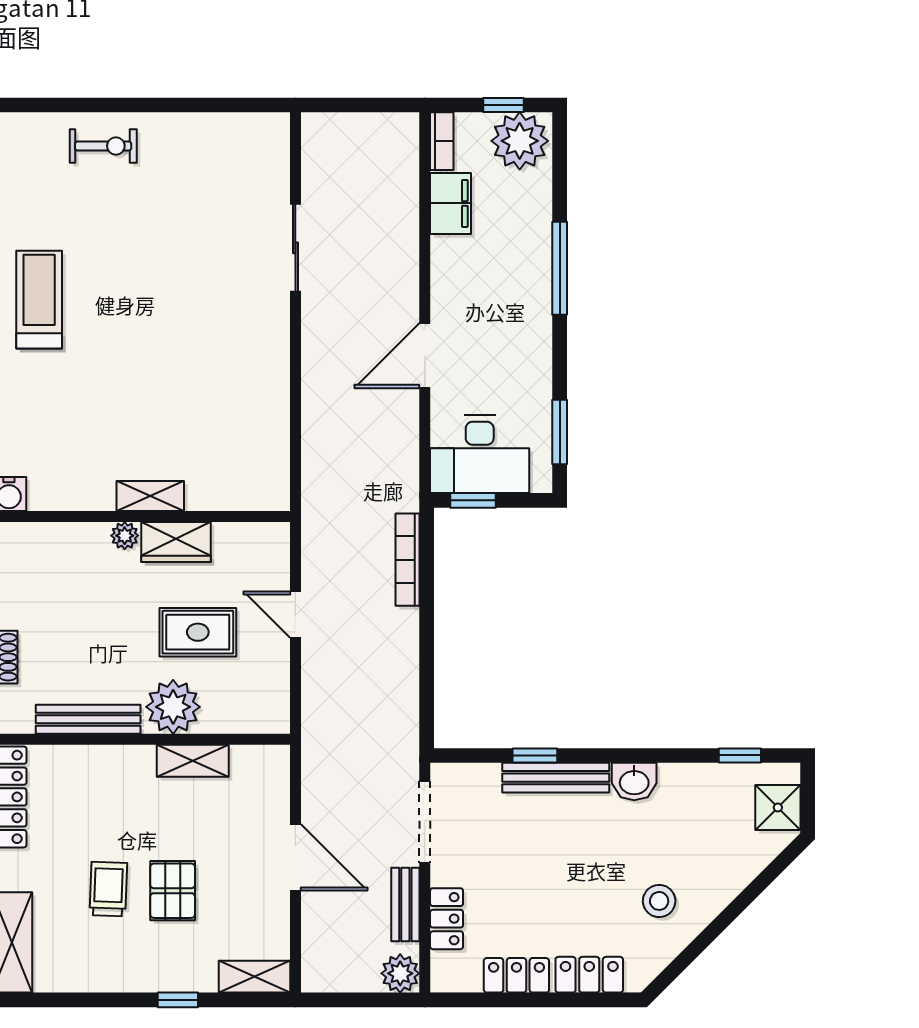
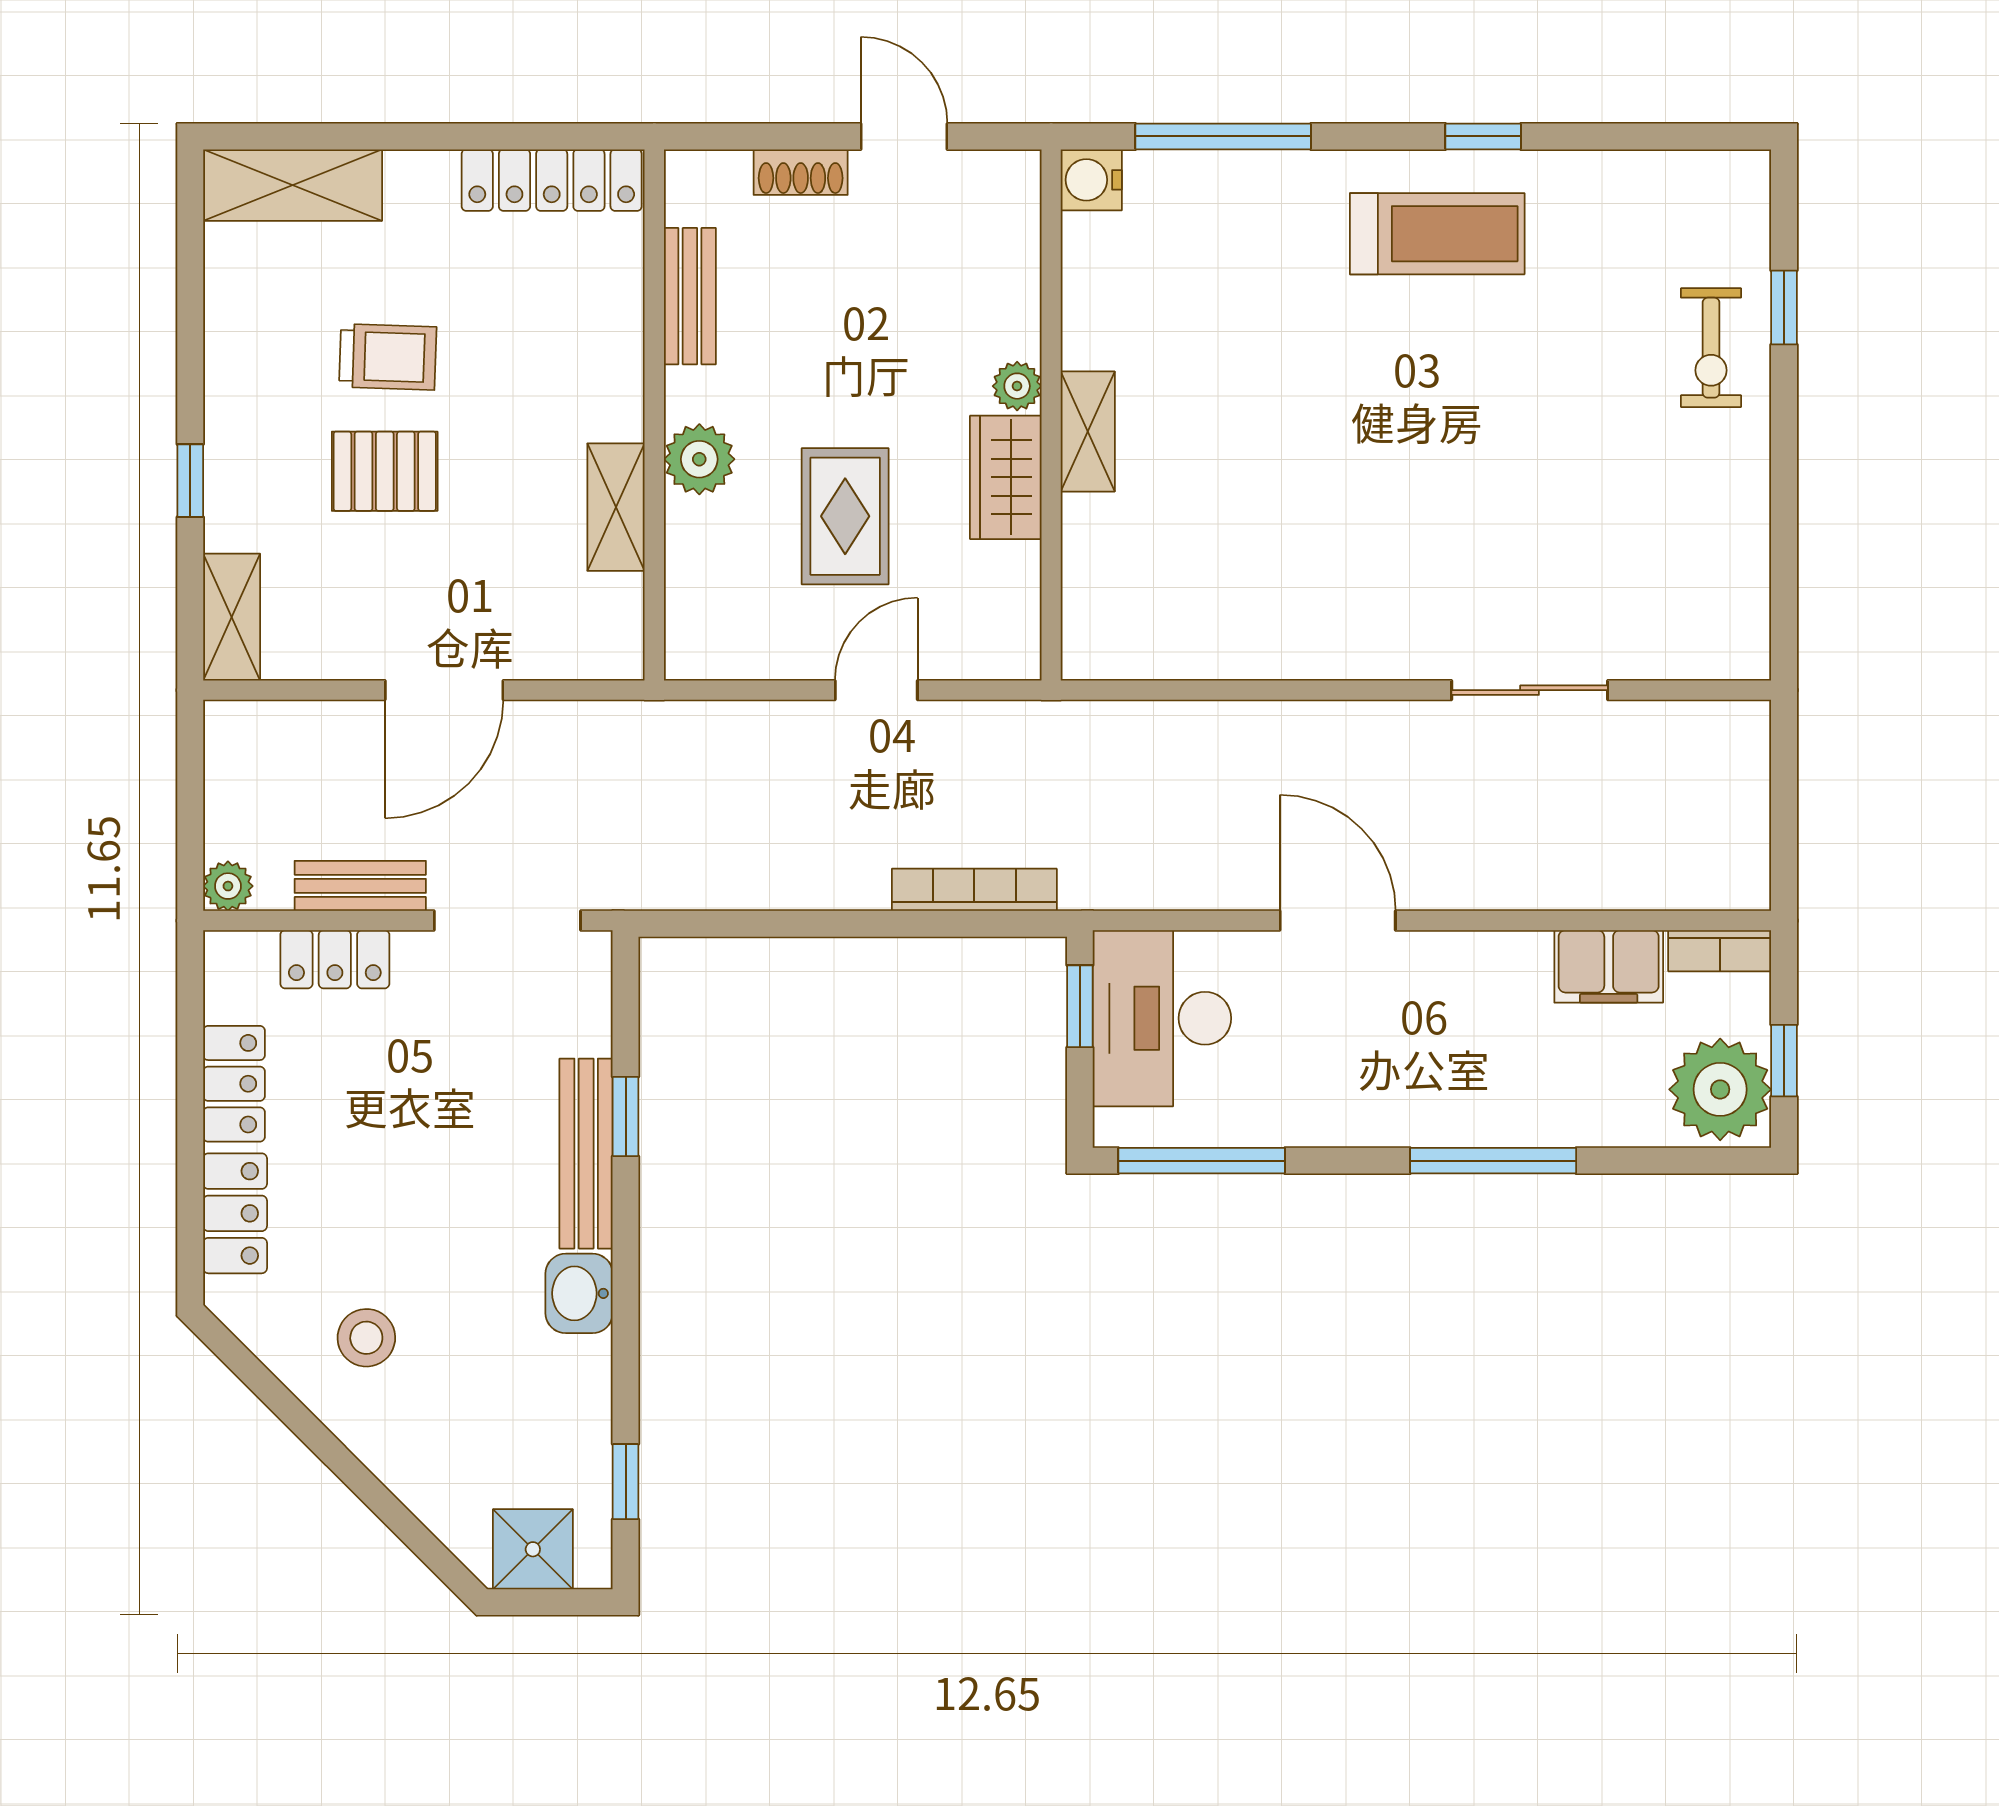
window: (81, 105) -> (1784, 307), added
window: (560, 432) -> (1202, 1161), width x1.44
plant: (173, 707) -> (699, 459), width x0.73, depth x0.73
bench: (88, 719) -> (690, 296), width x0.73
plant: (400, 973) -> (228, 886), width x0.73, depth x0.73

